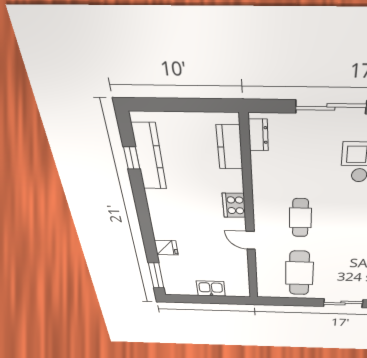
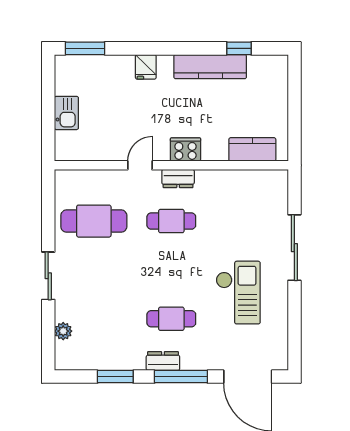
dresser: (258, 135) -> (178, 178), moved
kitchen counter: (149, 157) -> (210, 67), moved
fridge: (166, 248) -> (146, 67), moved

